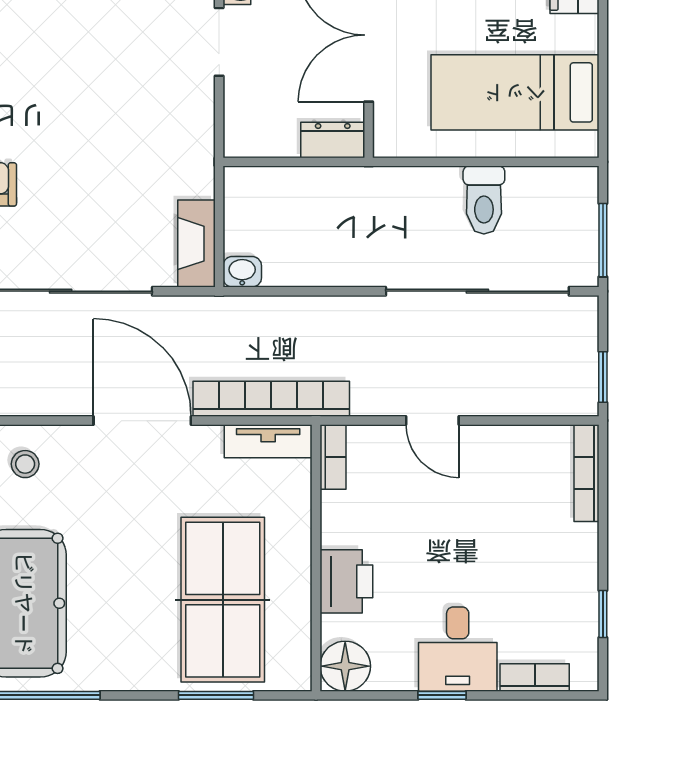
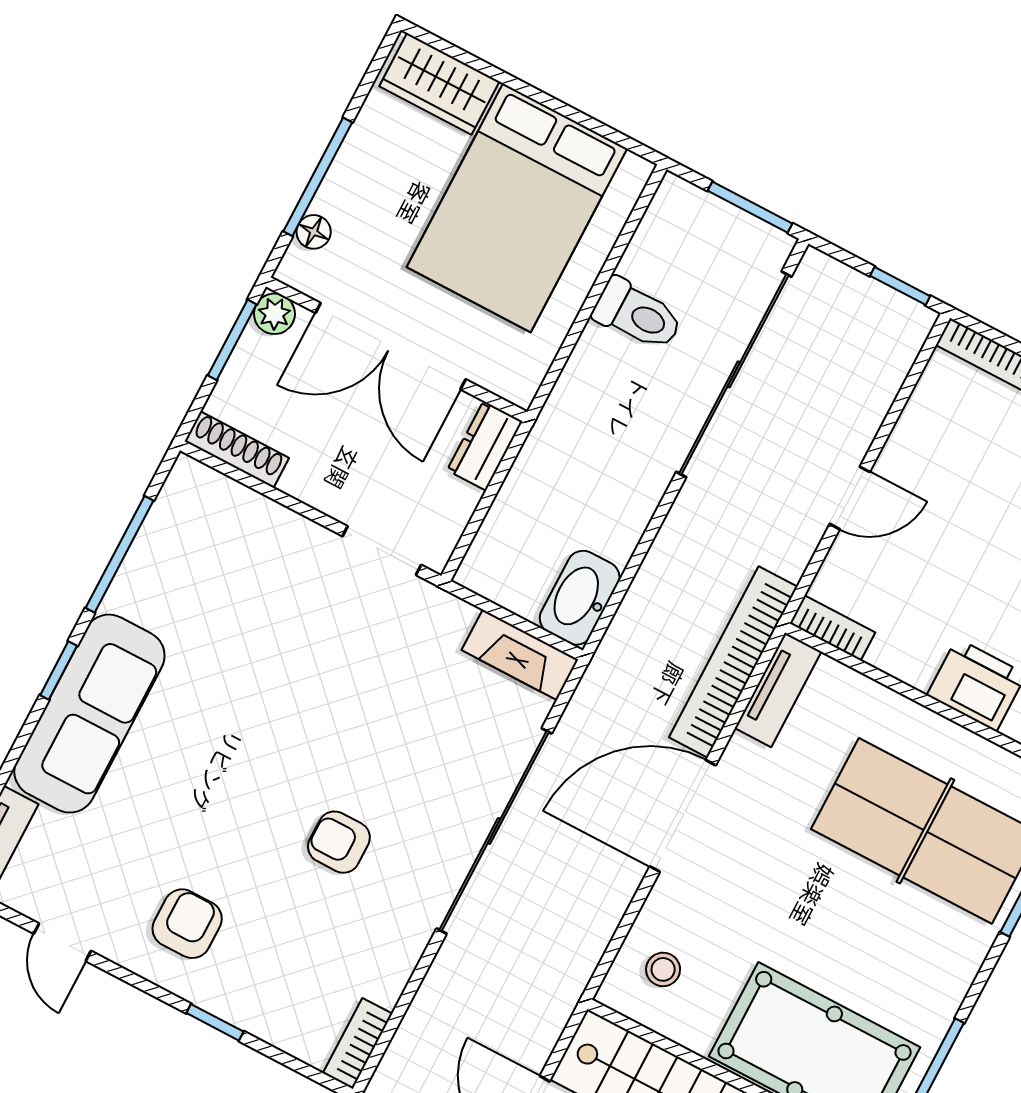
doorway: (219, 42) -> (382, 551), moved
bed: (515, 92) -> (517, 208), width x1.50
washbasin: (242, 272) -> (580, 598), width x1.91, depth x1.45

